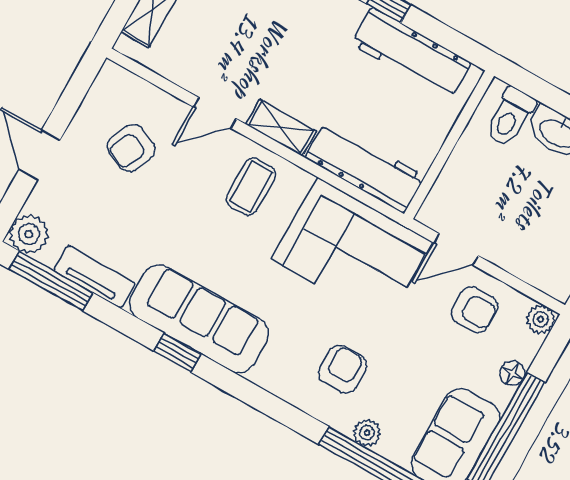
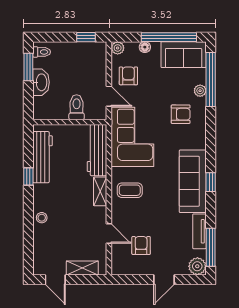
door: (215, 113) -> (109, 234), moved
toilet: (510, 117) -> (77, 107), moved, turned -90
armchair: (131, 148) -> (141, 245), turned -115
armchair: (343, 369) -> (181, 114), turned 180

